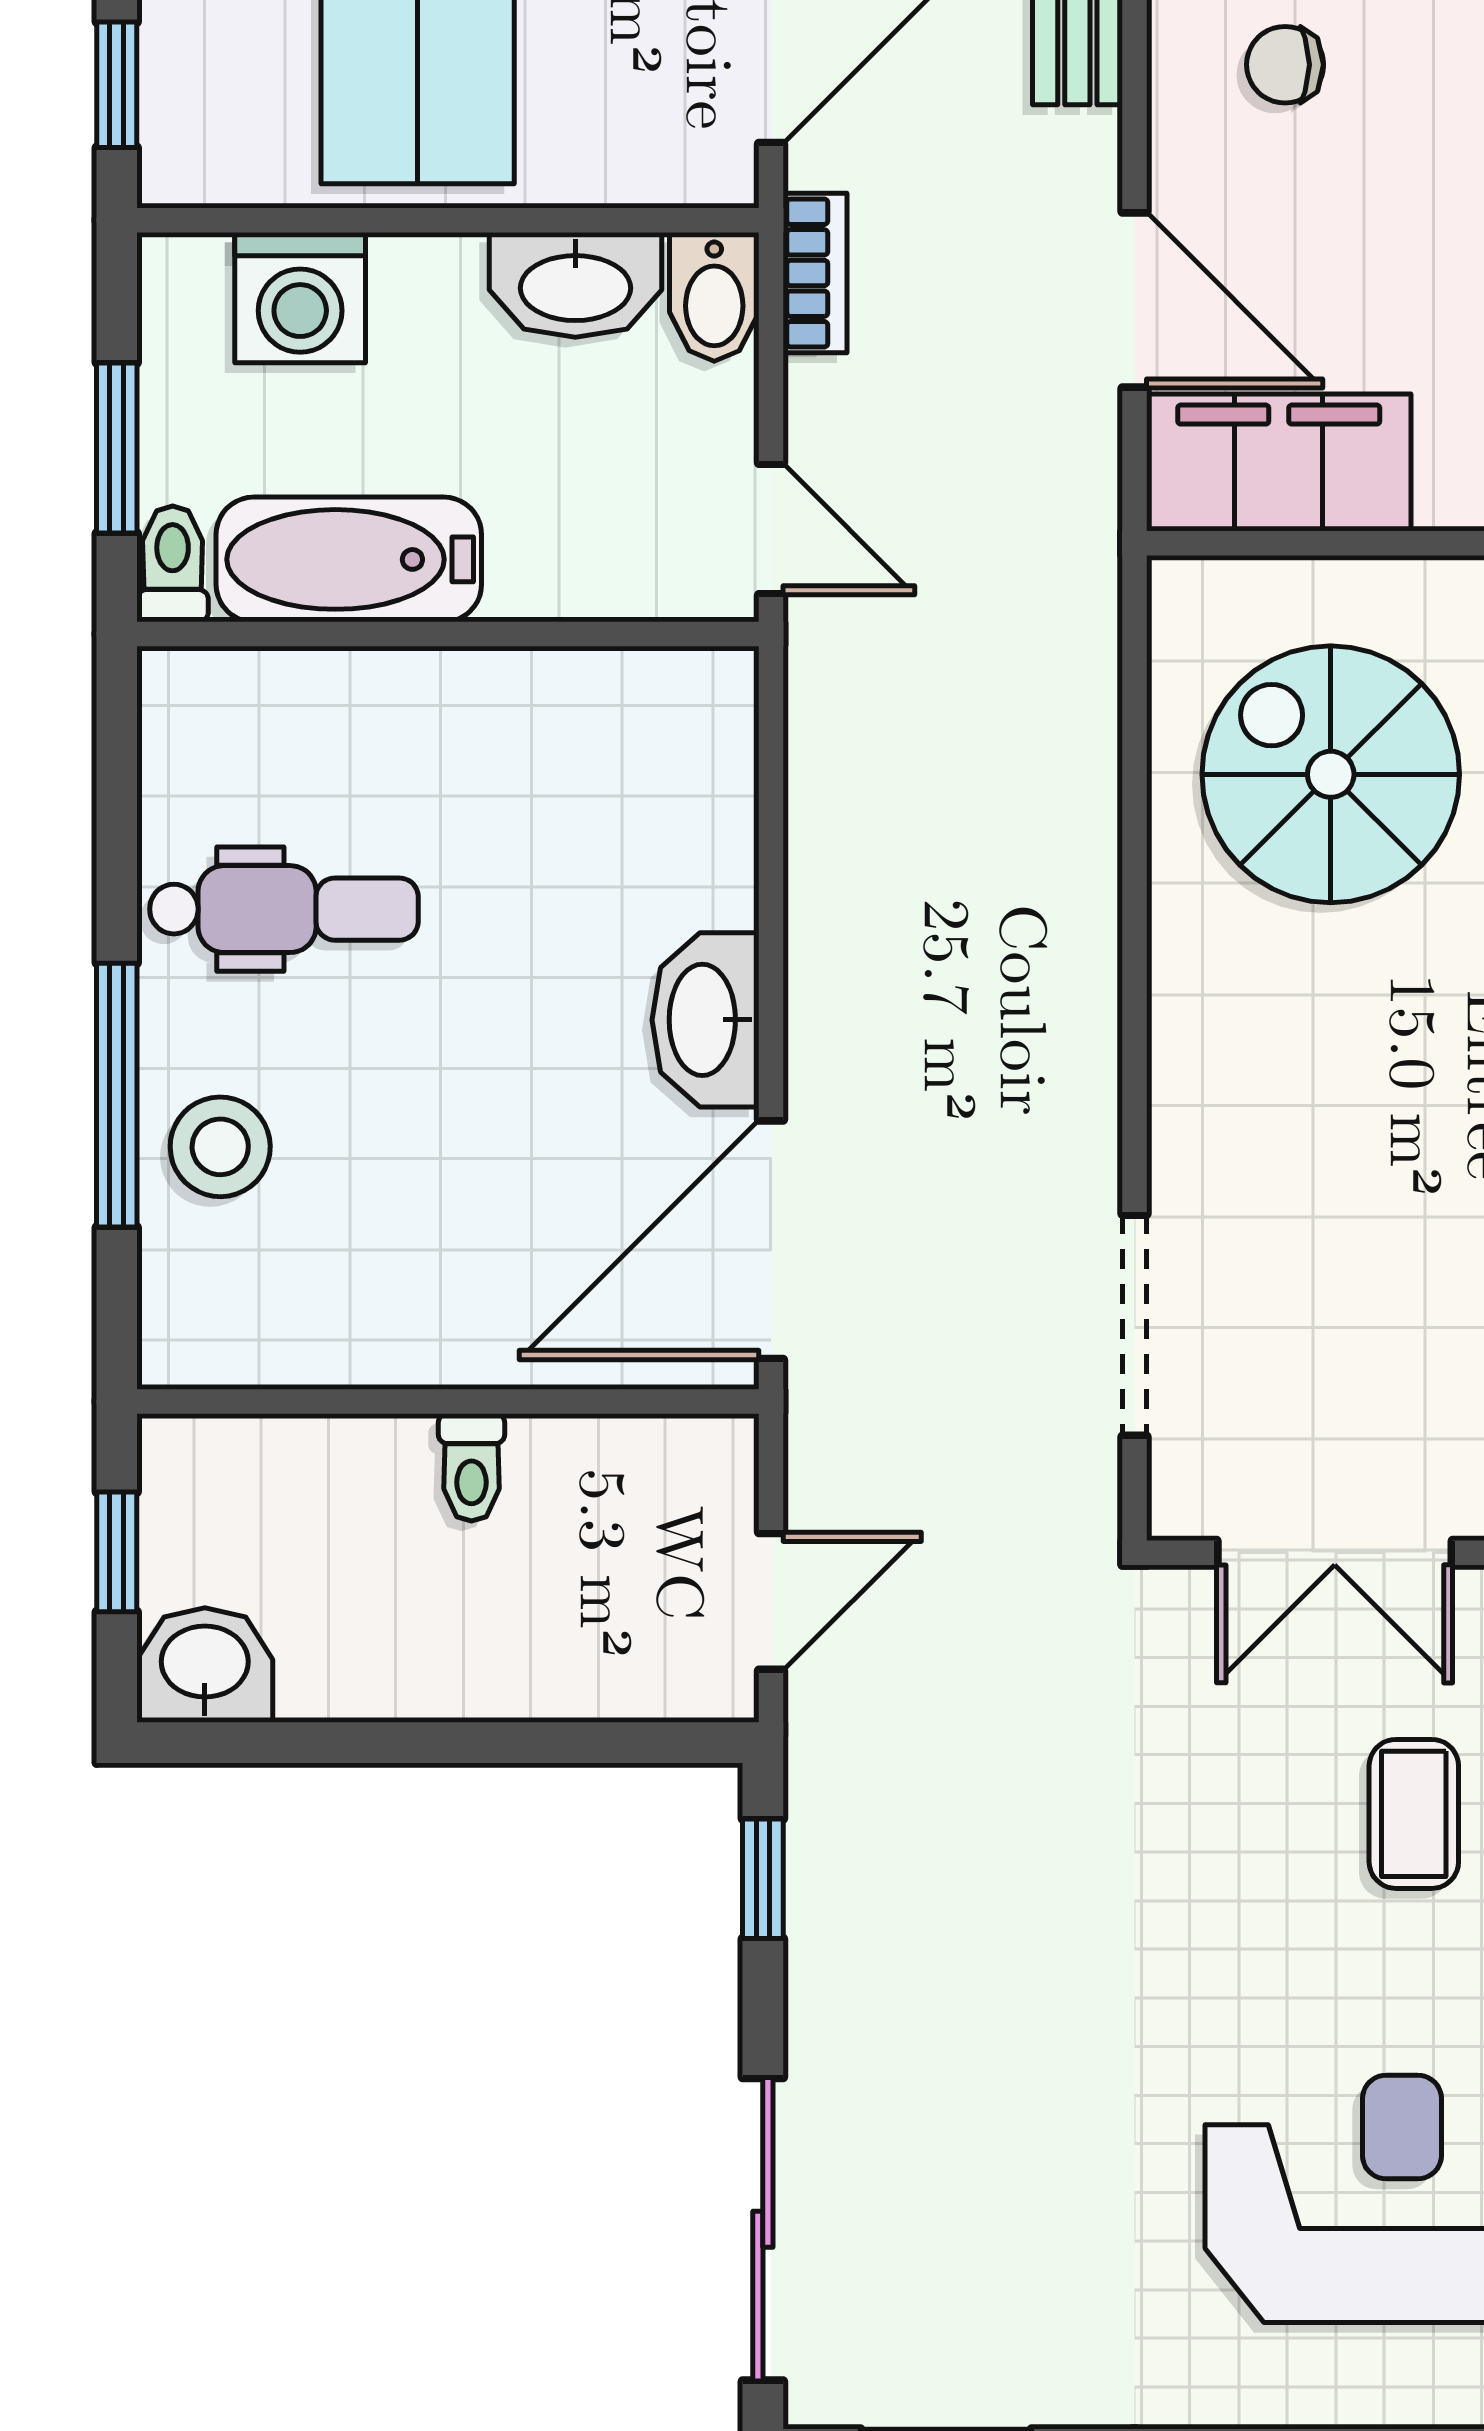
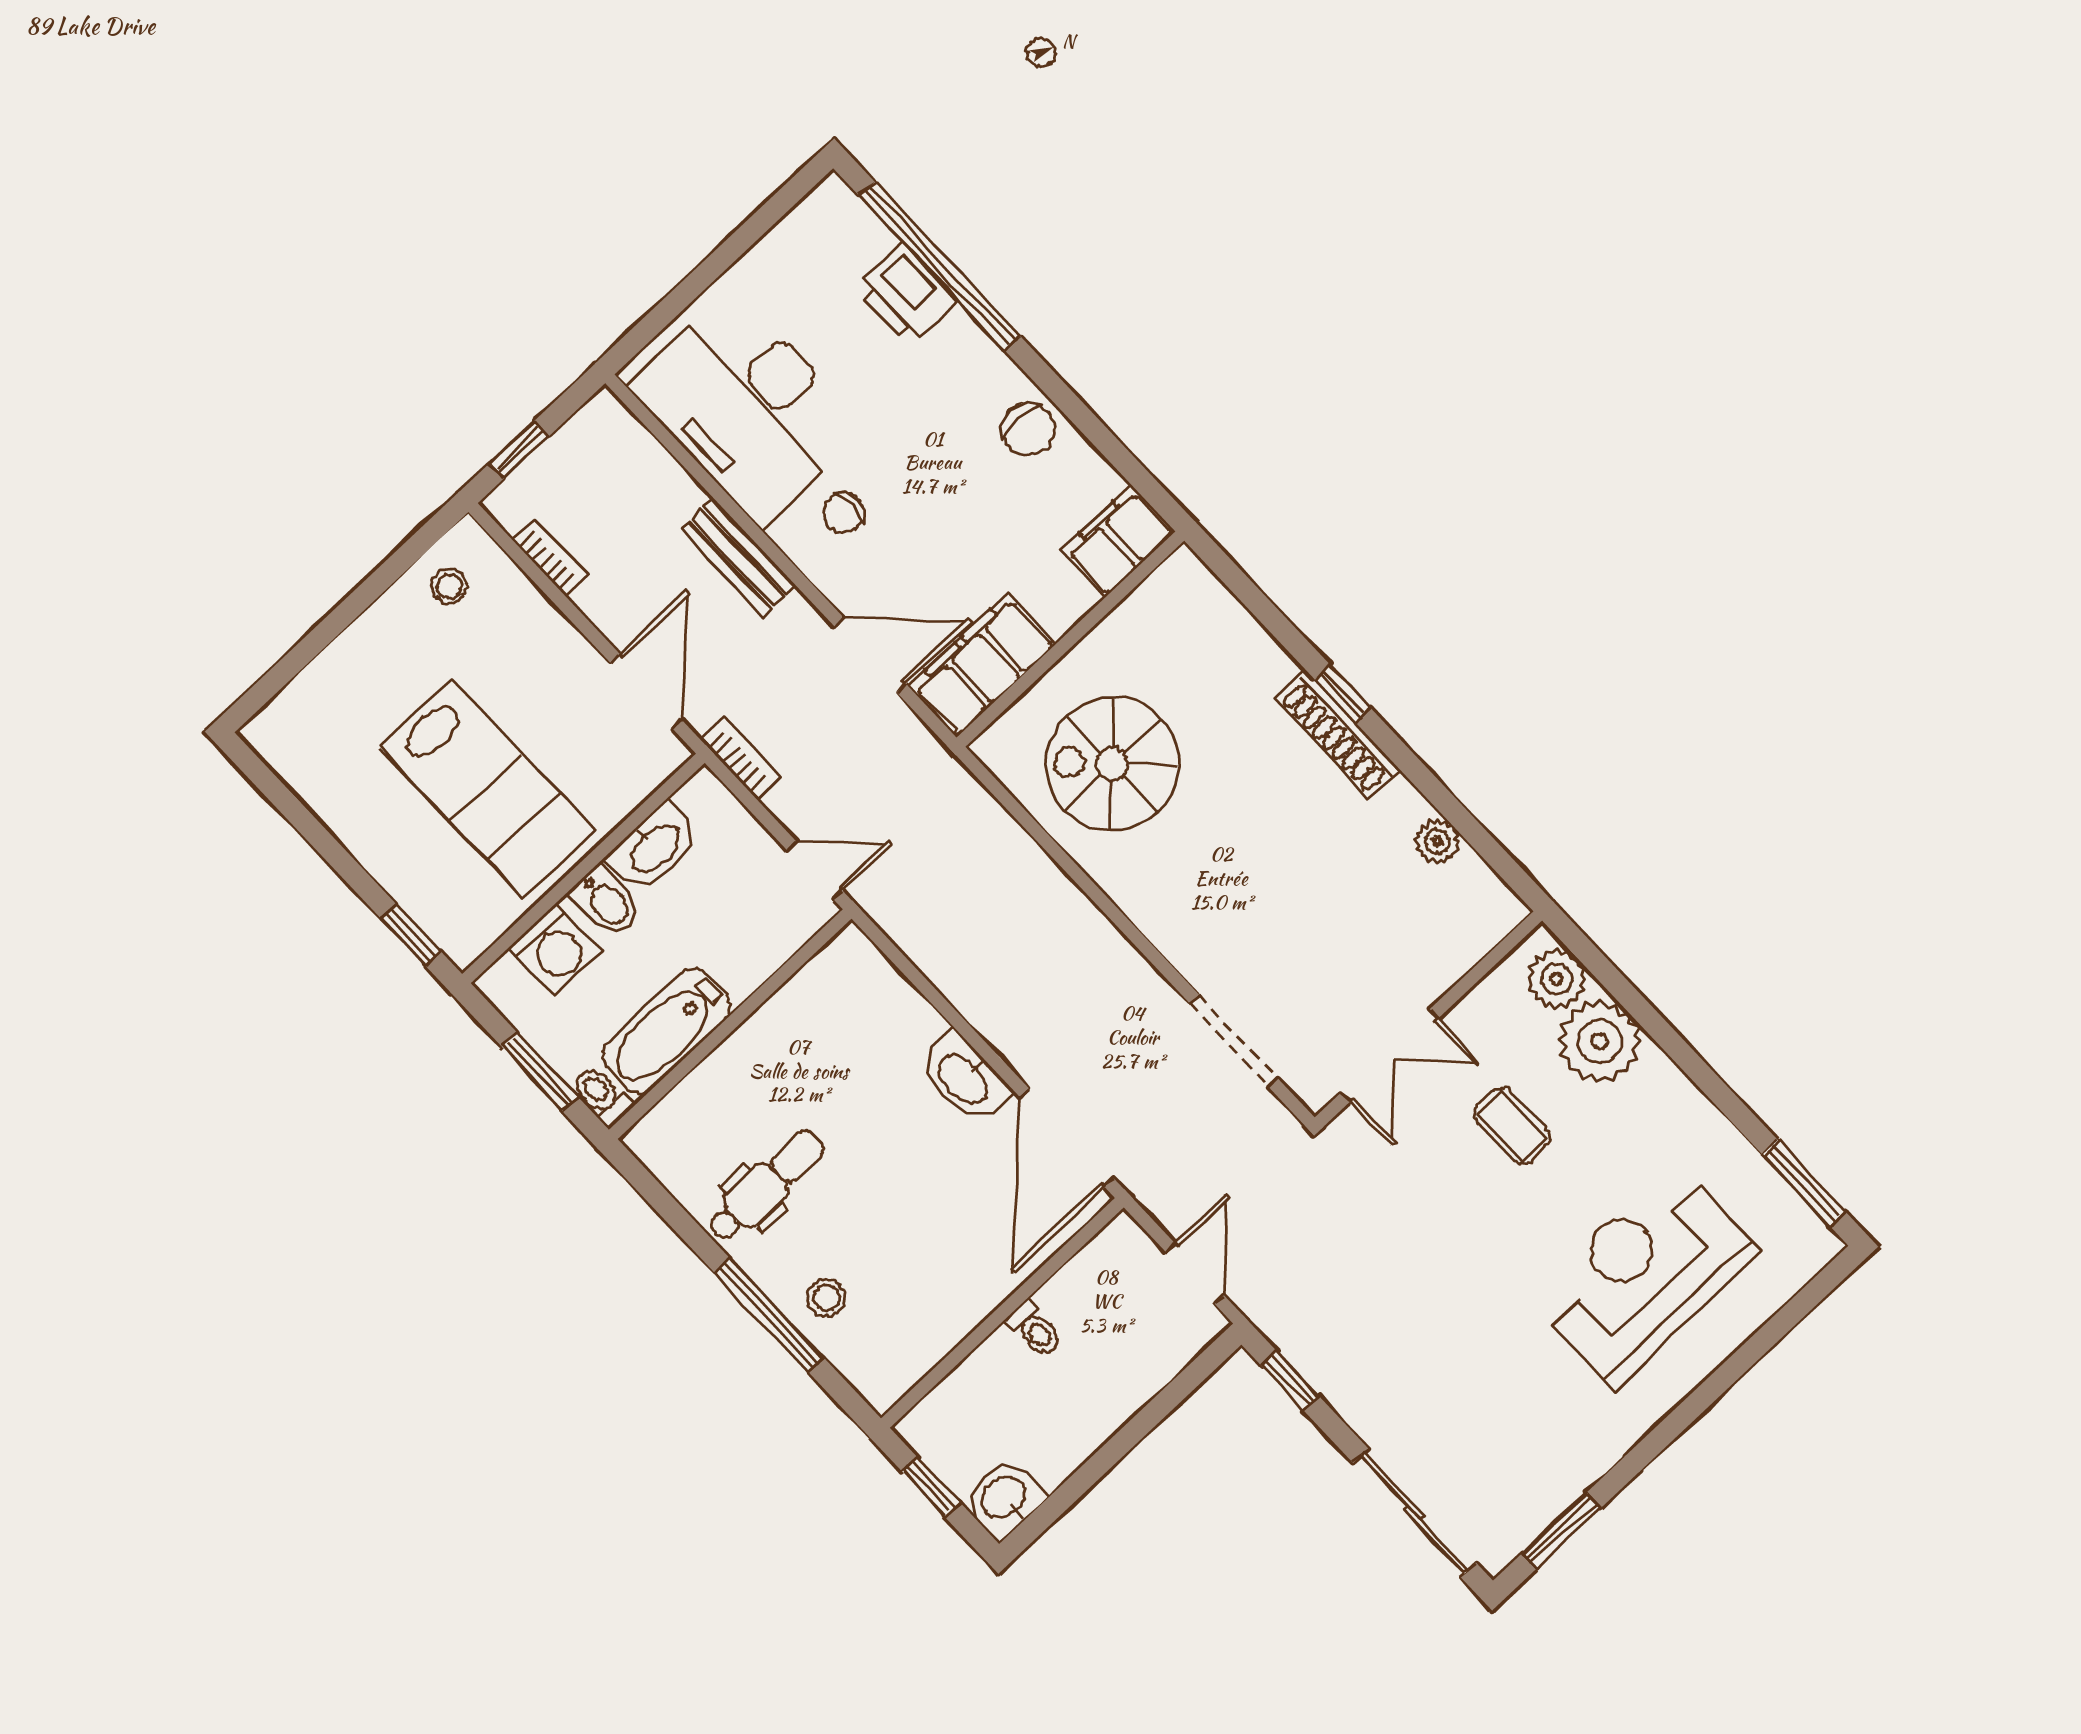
bidet: (714, 297) -> (606, 901), moved
stool: (220, 1147) -> (826, 1298), width x0.73, depth x0.73

